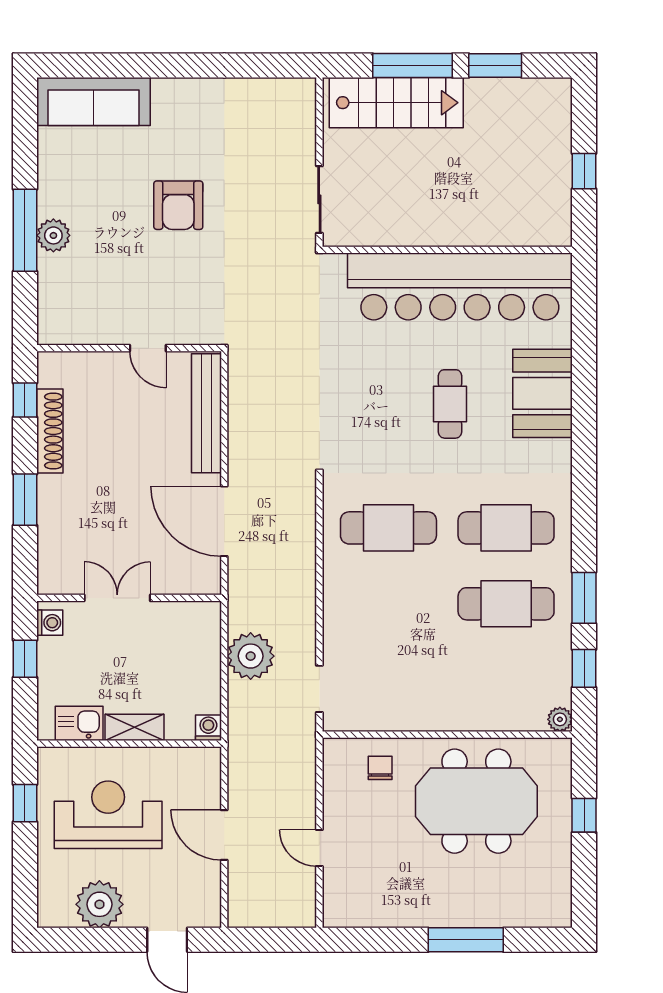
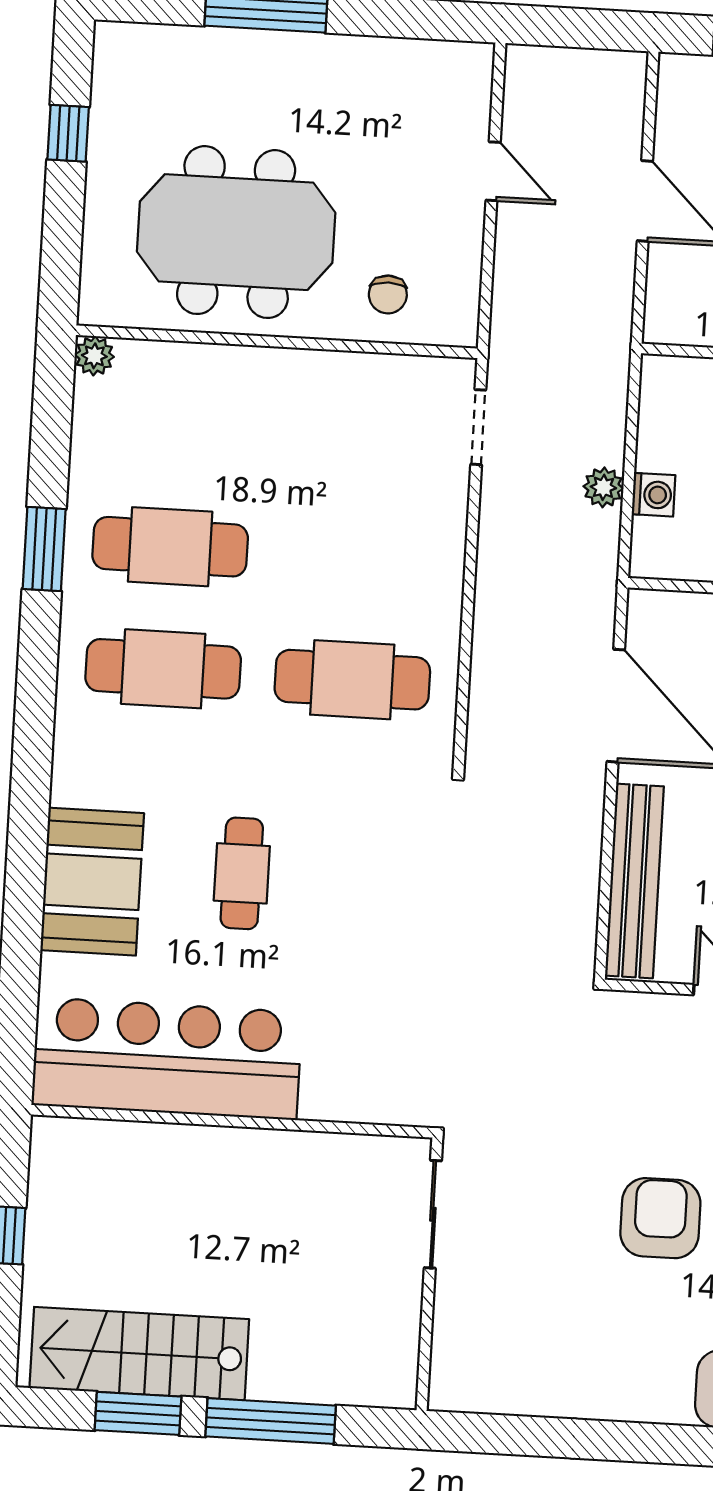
stairs: (396, 103) -> (139, 1354), moved
bar counter: (460, 286) -> (167, 1059), width x0.73
plant: (251, 656) -> (603, 487), width x0.53, depth x0.53
window: (584, 668) -> (51, 436), removed
washing machine: (208, 728) -> (654, 495), moved, turned -90
window: (584, 815) -> (68, 133), moved

